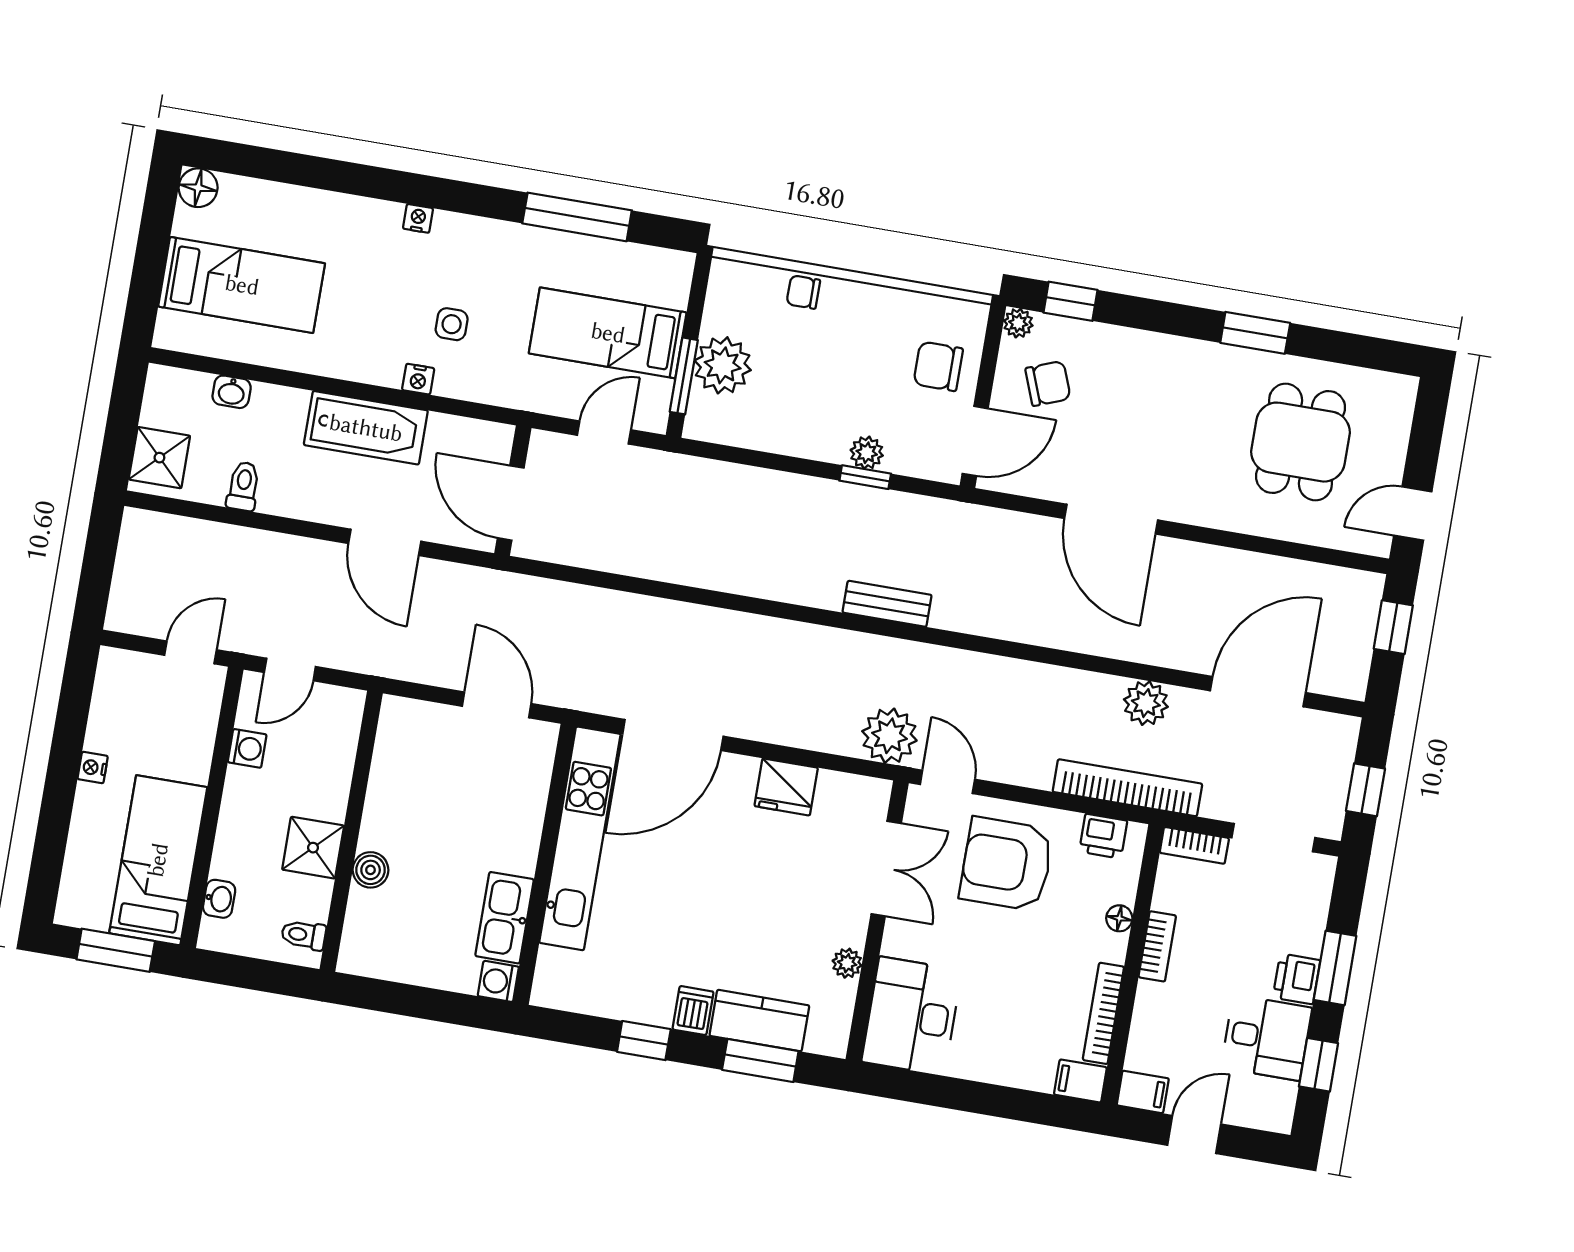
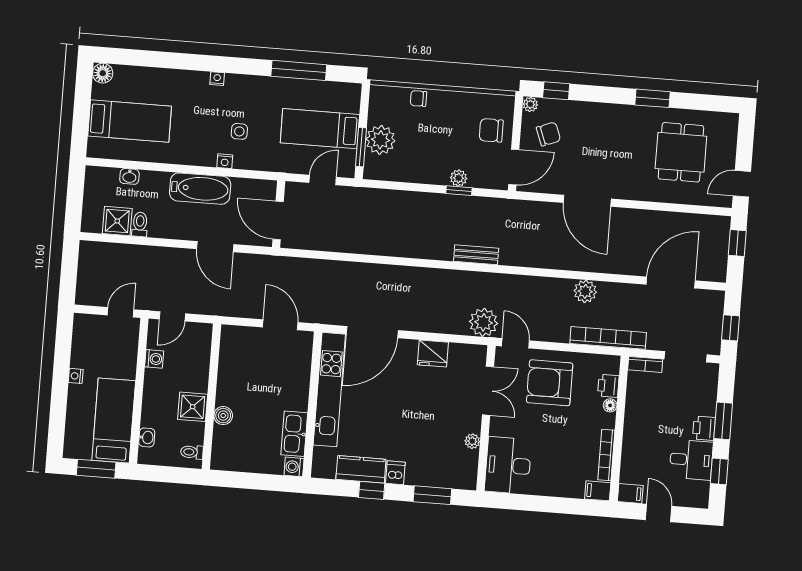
shower: (159, 458) -> (117, 221), moved
plant: (1146, 703) -> (585, 291), moved
printer: (1103, 836) -> (608, 386), moved, turned 90
bookcase: (1157, 946) -> (631, 418), removed
kitchen counter: (759, 1021) -> (361, 469), moved
door: (1194, 1135) -> (659, 513), hinge flipped

